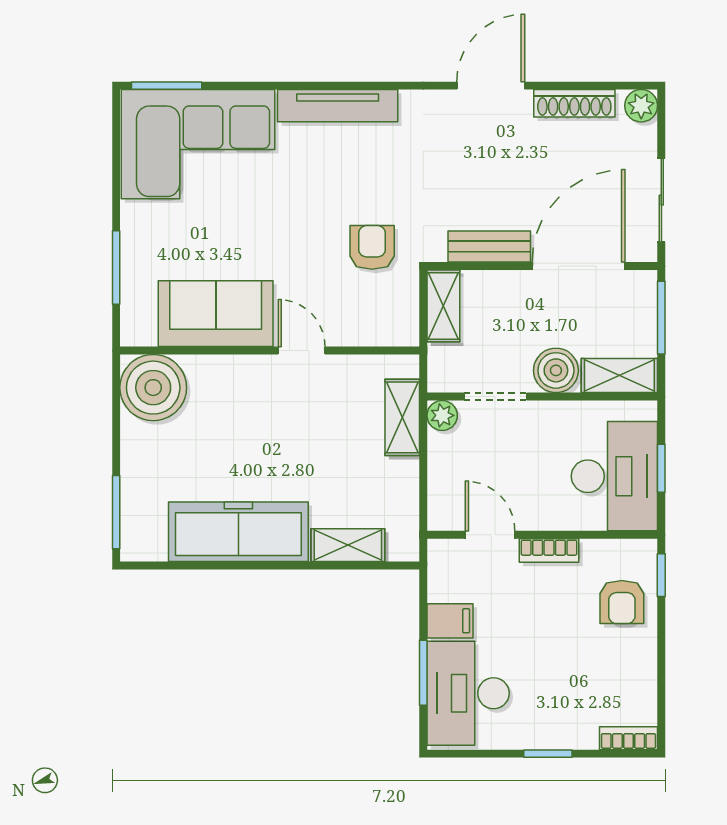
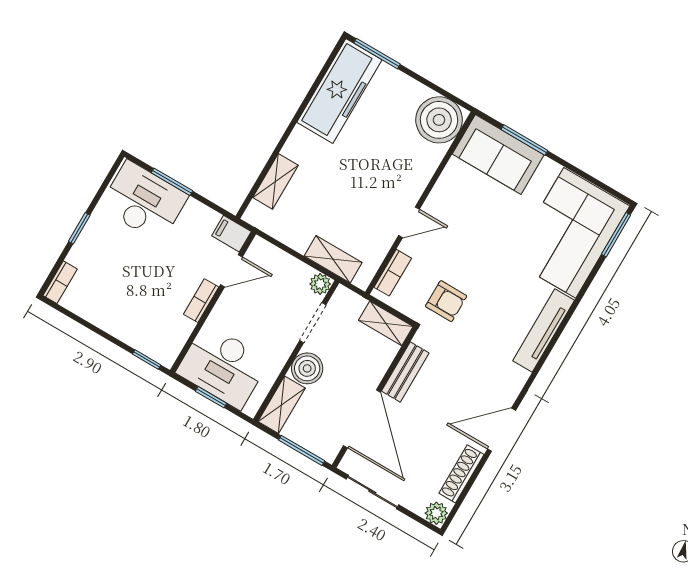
door: (491, 86) -> (502, 430), swing flipped
sofa: (216, 314) -> (498, 154), moved, turned 90
bookcase: (376, 334) -> (393, 273), added
freezer: (238, 532) -> (339, 91), moved
armchair: (622, 602) -> (144, 326), removed
filing cabinet: (450, 621) -> (231, 234), moved, turned 90

